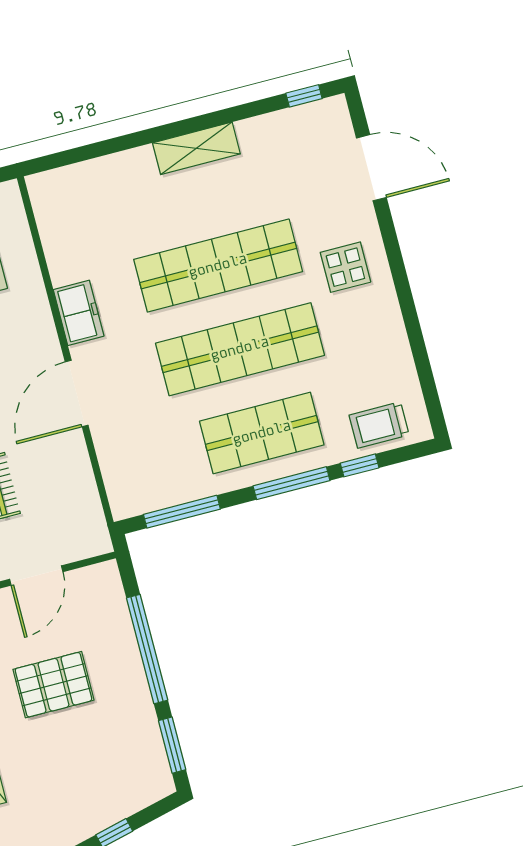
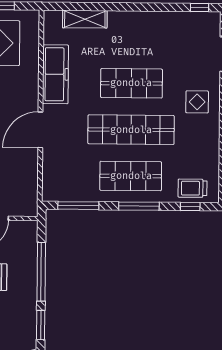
shelving: (196, 148) -> (85, 19), moved
shop shelf: (218, 266) -> (131, 83), width x0.71
freezer: (79, 313) -> (55, 74), width x1.91, depth x1.26
window: (360, 465) -> (190, 207), moved

